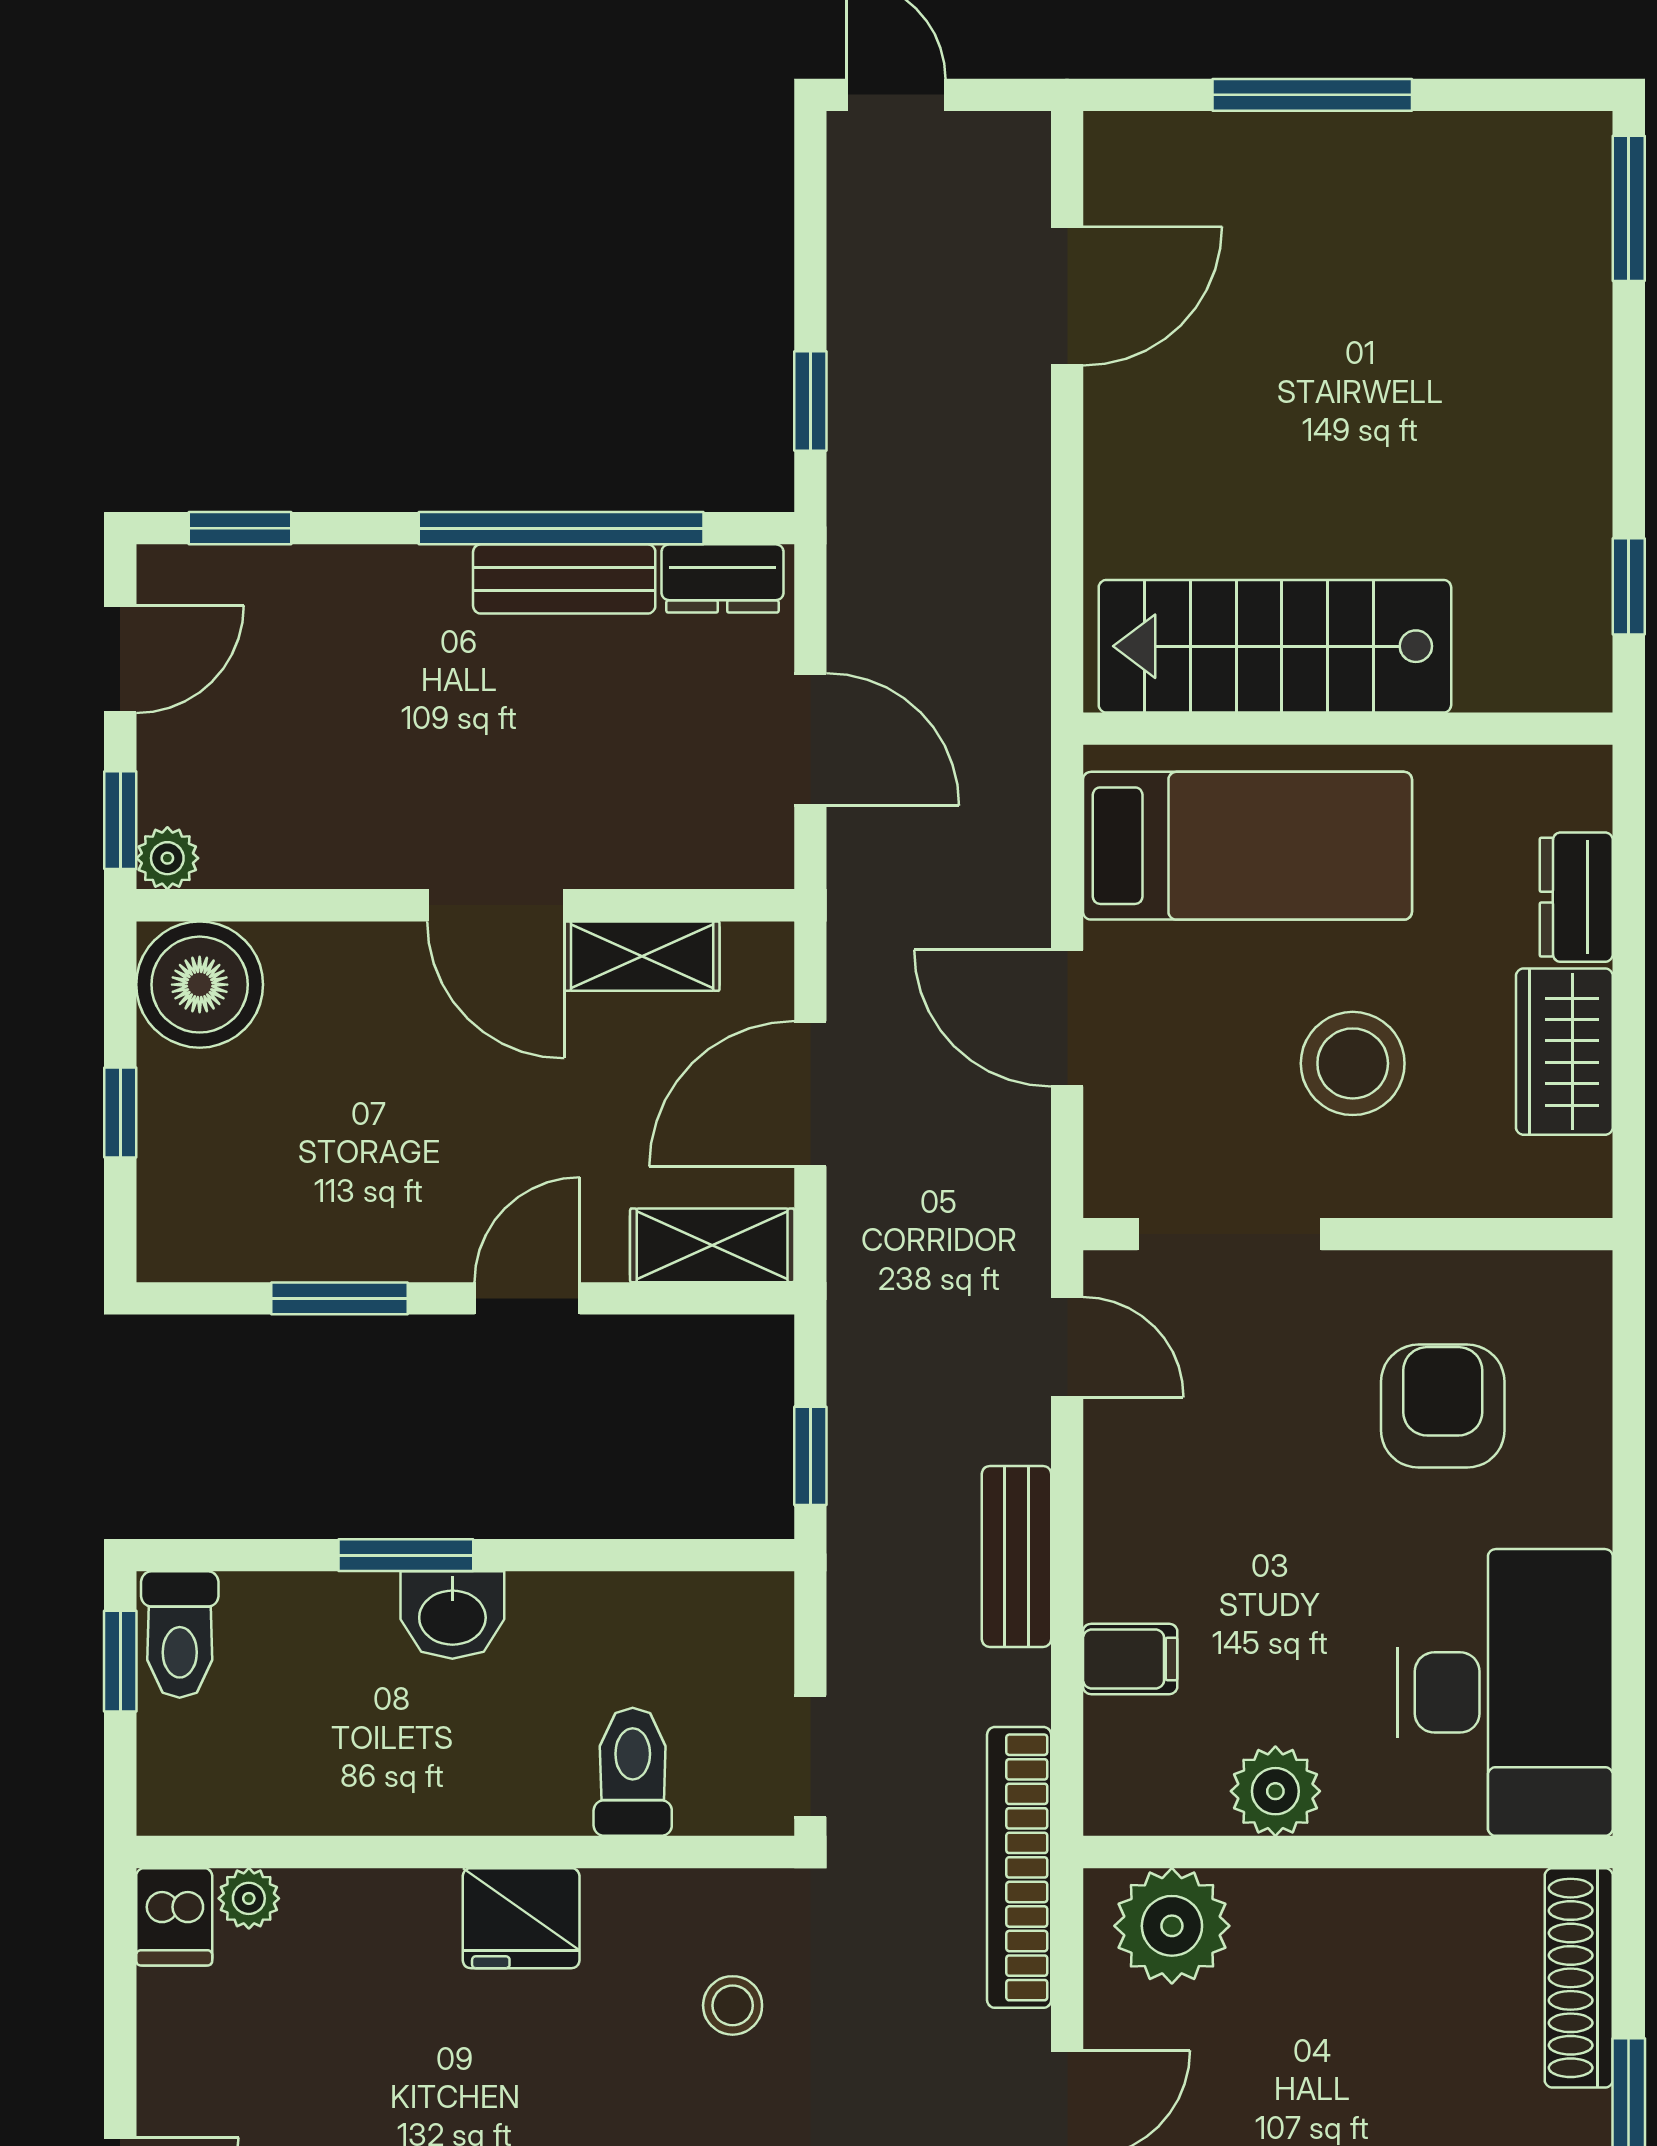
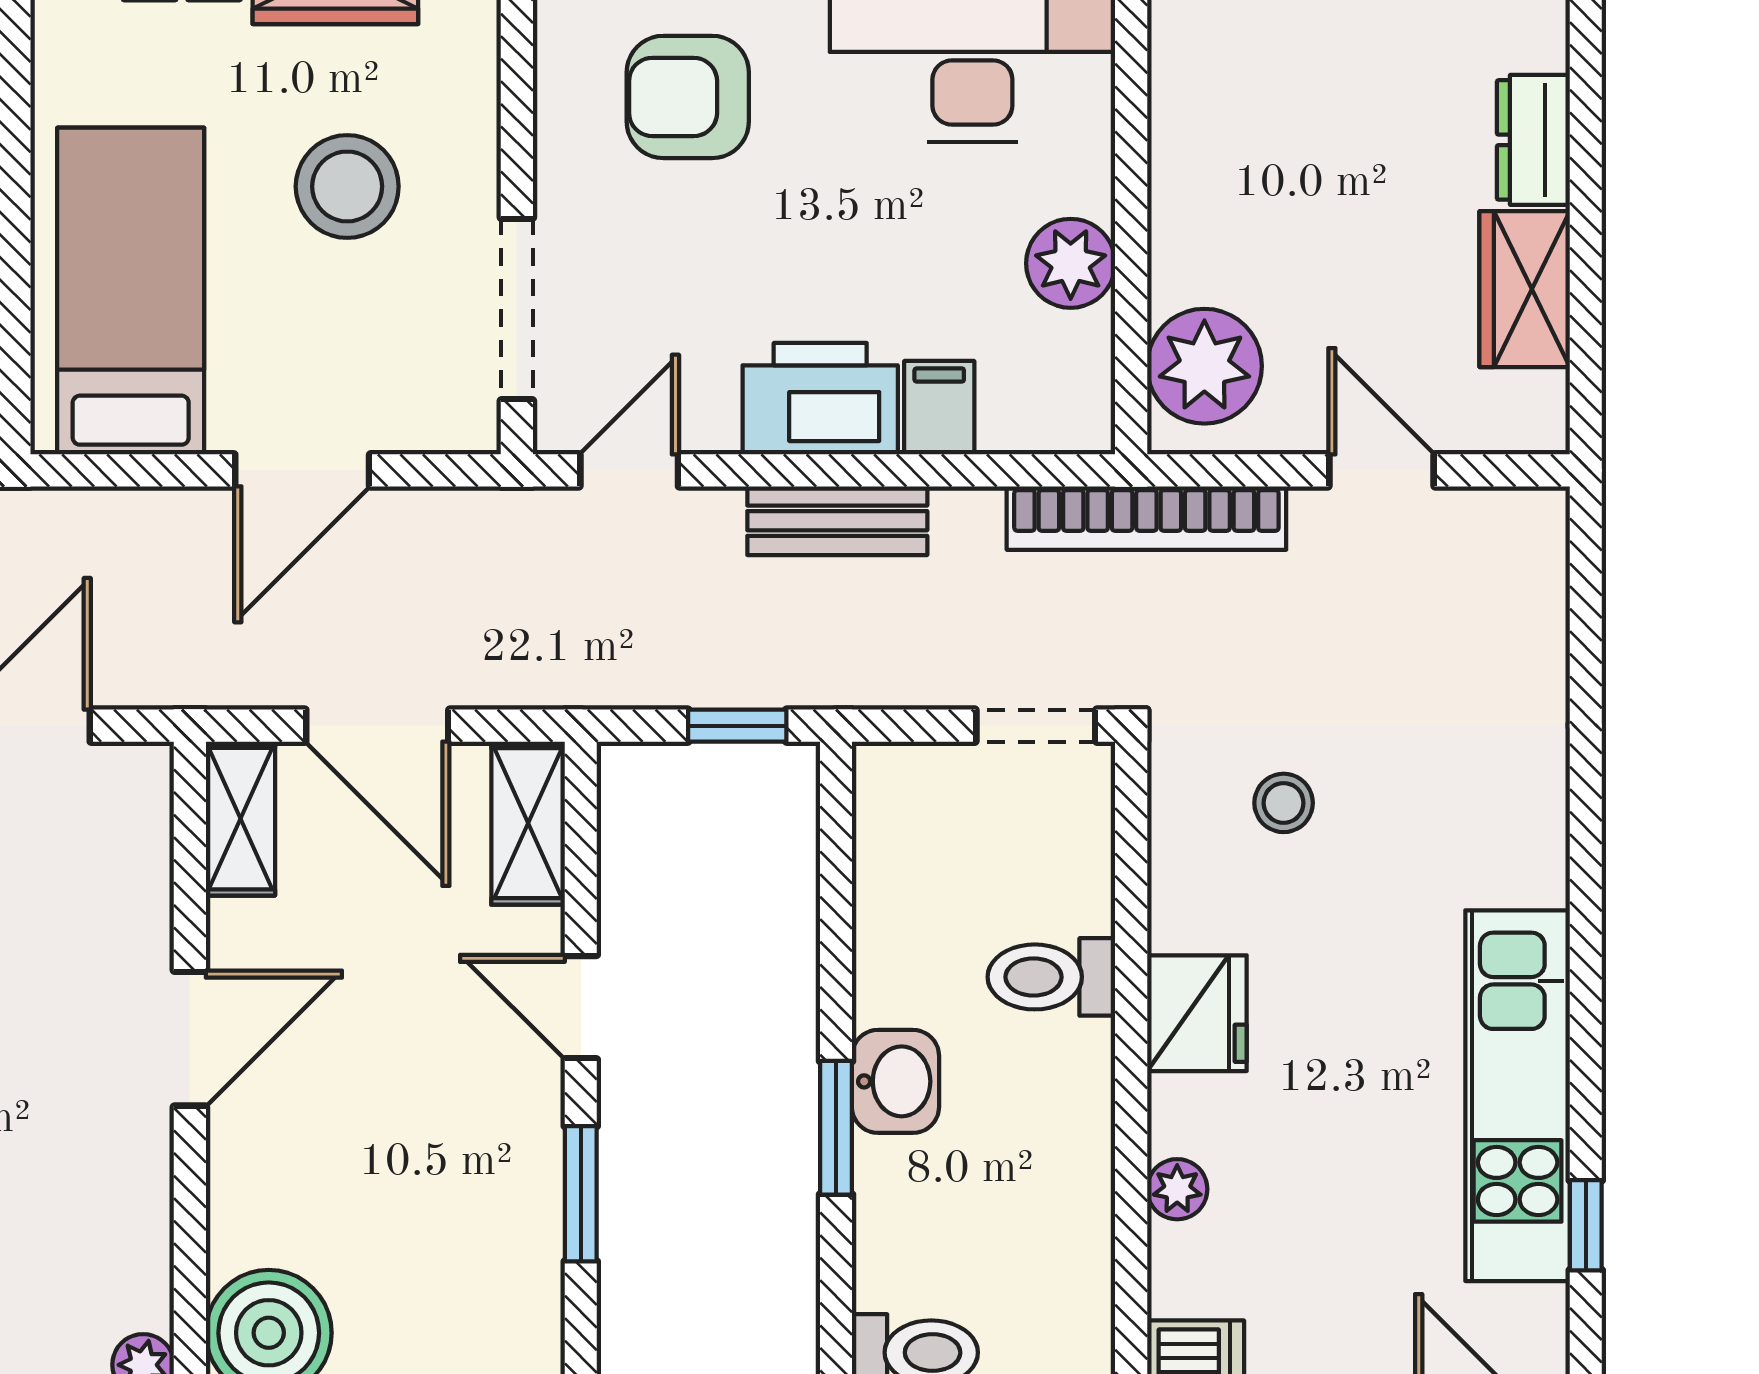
shelving: (642, 956) -> (240, 819), moved
printer: (1139, 1539) -> (820, 399), added
toilet: (633, 1772) -> (1051, 977), moved
plant: (249, 1898) -> (1177, 1189), moved

